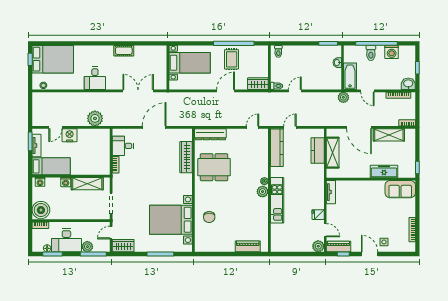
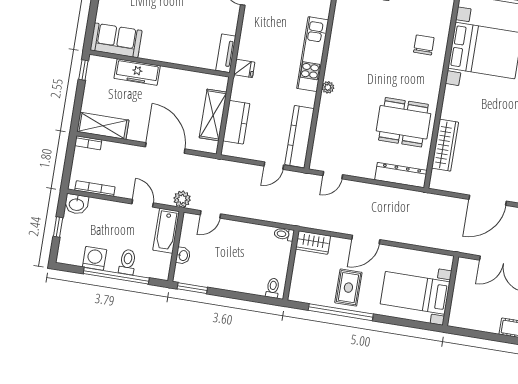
door: (295, 91) -> (210, 214), moved
shelving: (389, 135) -> (103, 126), moved
plant: (263, 192) -> (333, 72), removed
fridge: (318, 215) -> (244, 68), moved

